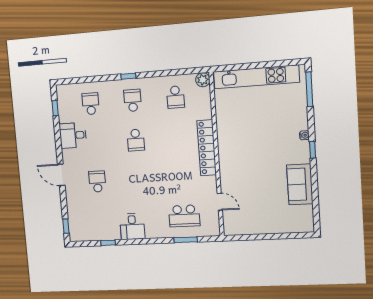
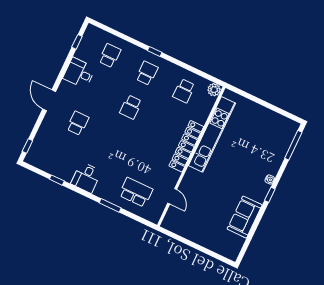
kitchen unit: (256, 77) -> (212, 134), moved, turned -90
school desk: (184, 216) -> (136, 192), turned 180
window: (186, 240) -> (110, 205), moved

